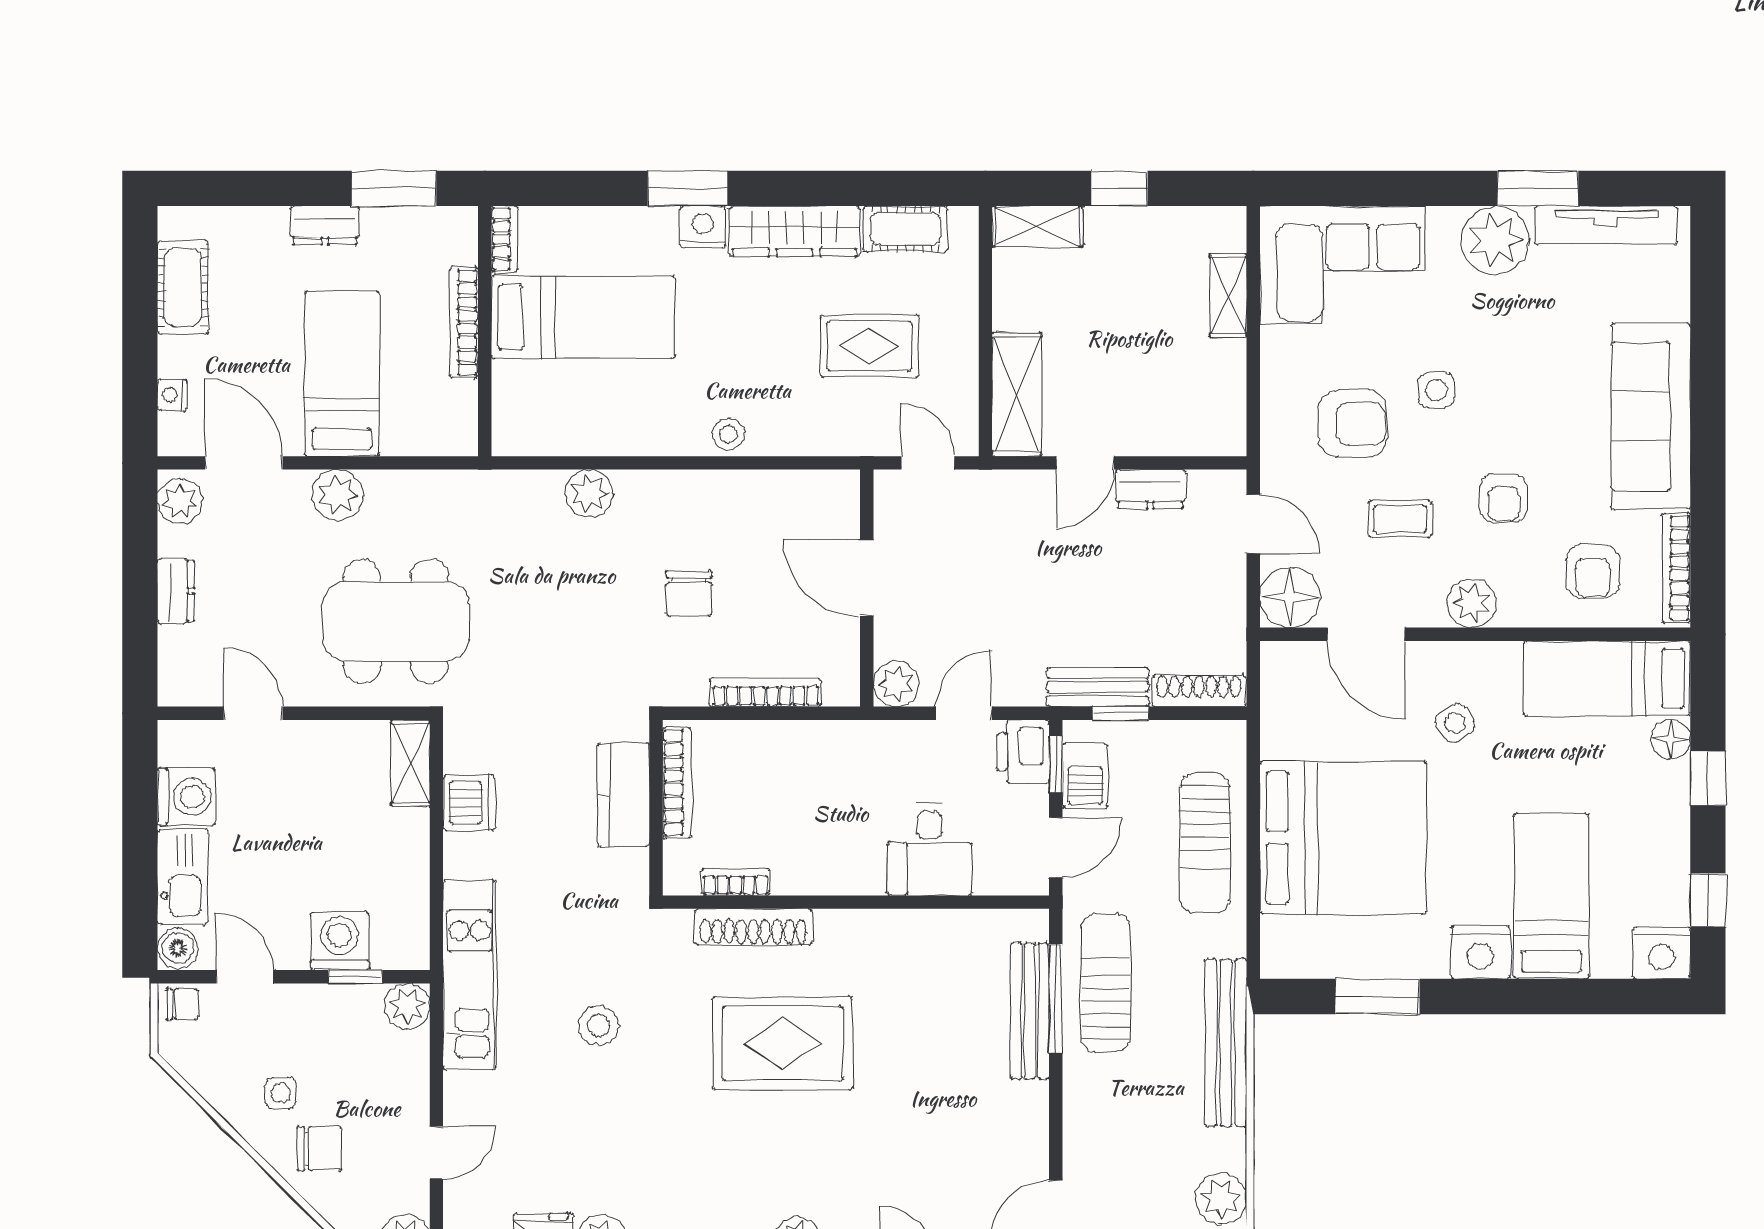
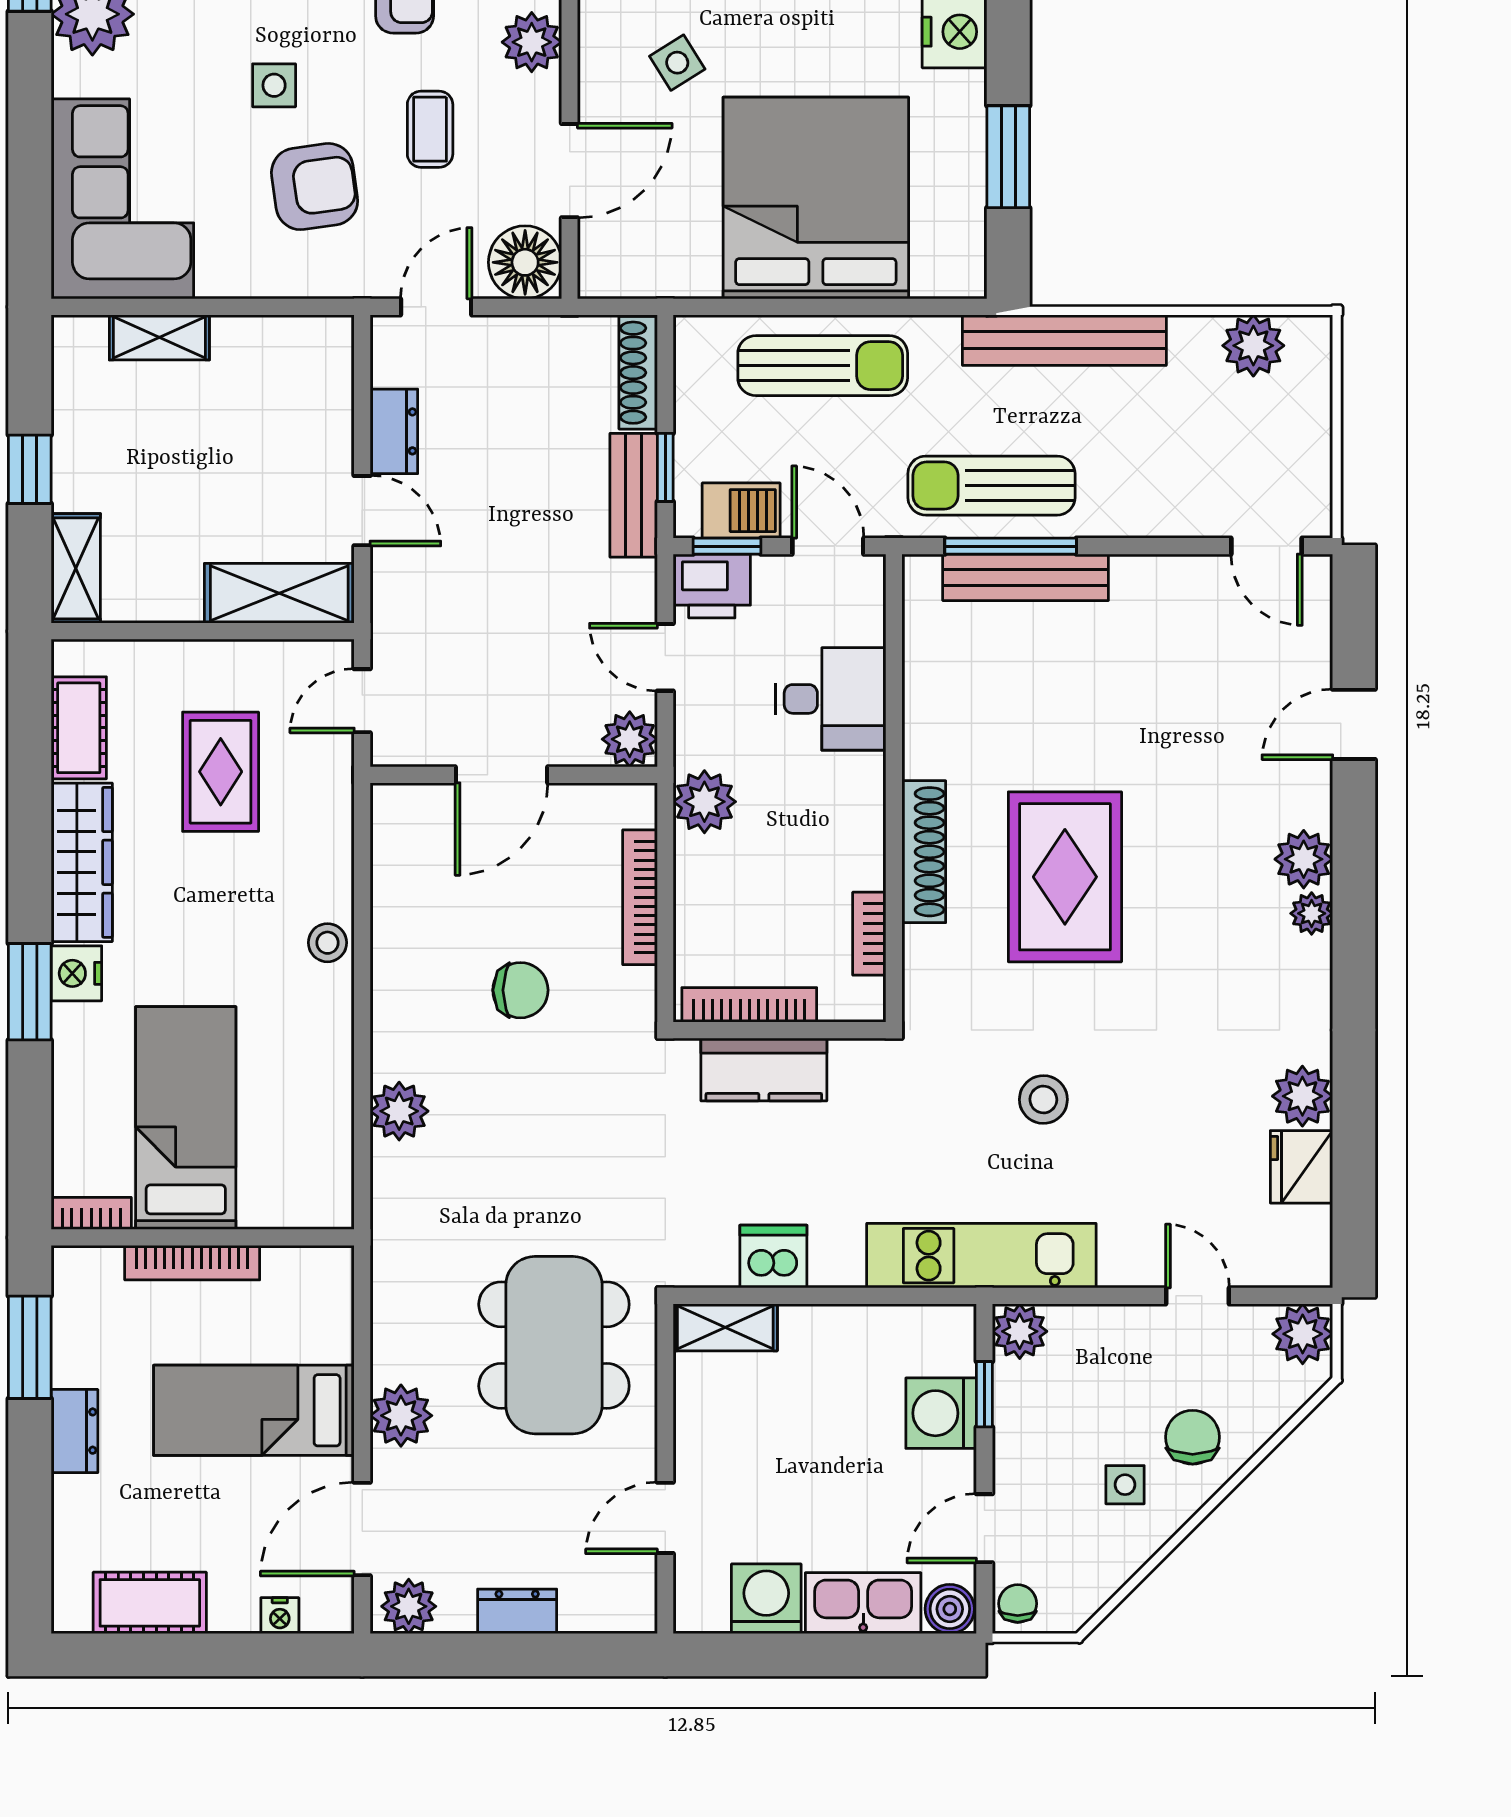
armchair: (1353, 424) -> (315, 187), turned 82
plant: (845, 746) -> (704, 802), added
shoe rack: (753, 927) -> (924, 852), moved

